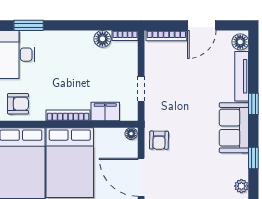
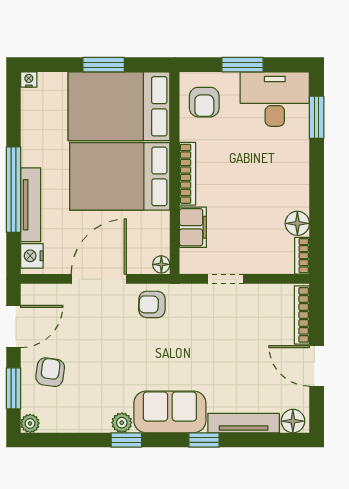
plant: (241, 186) -> (122, 423), moved

